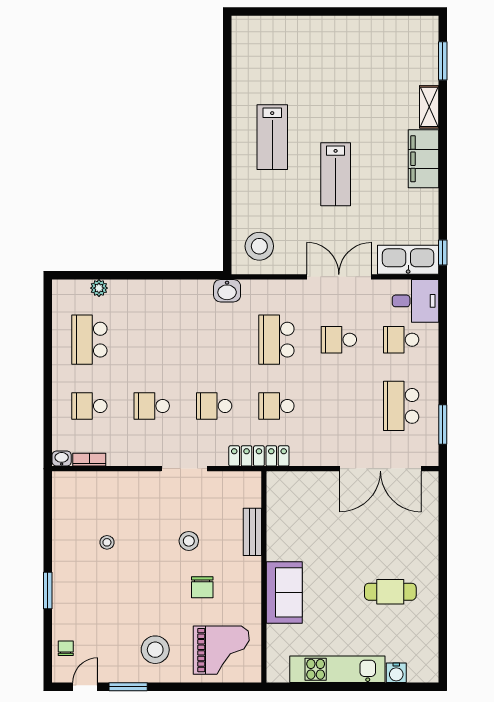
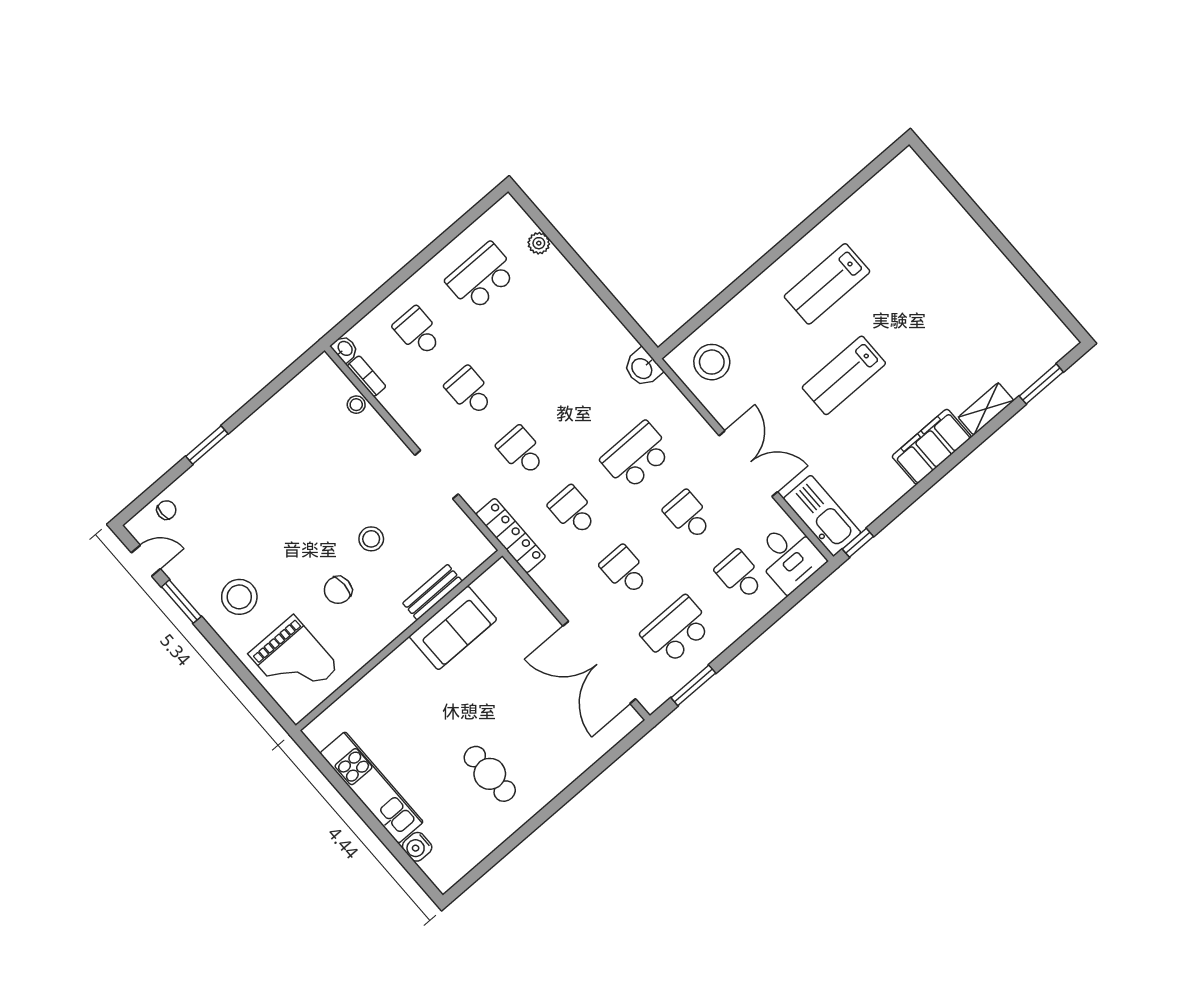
school desk: (339, 406) -> (625, 571), added
stool: (107, 542) -> (356, 405), moved
sofa: (284, 592) -> (453, 628), moved

